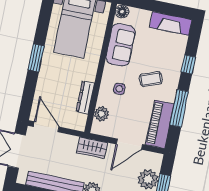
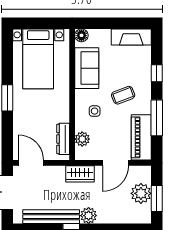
dresser: (85, 97) -> (63, 139), moved

